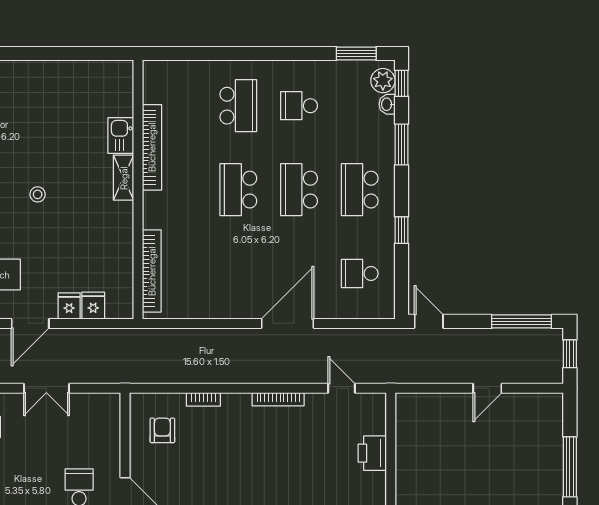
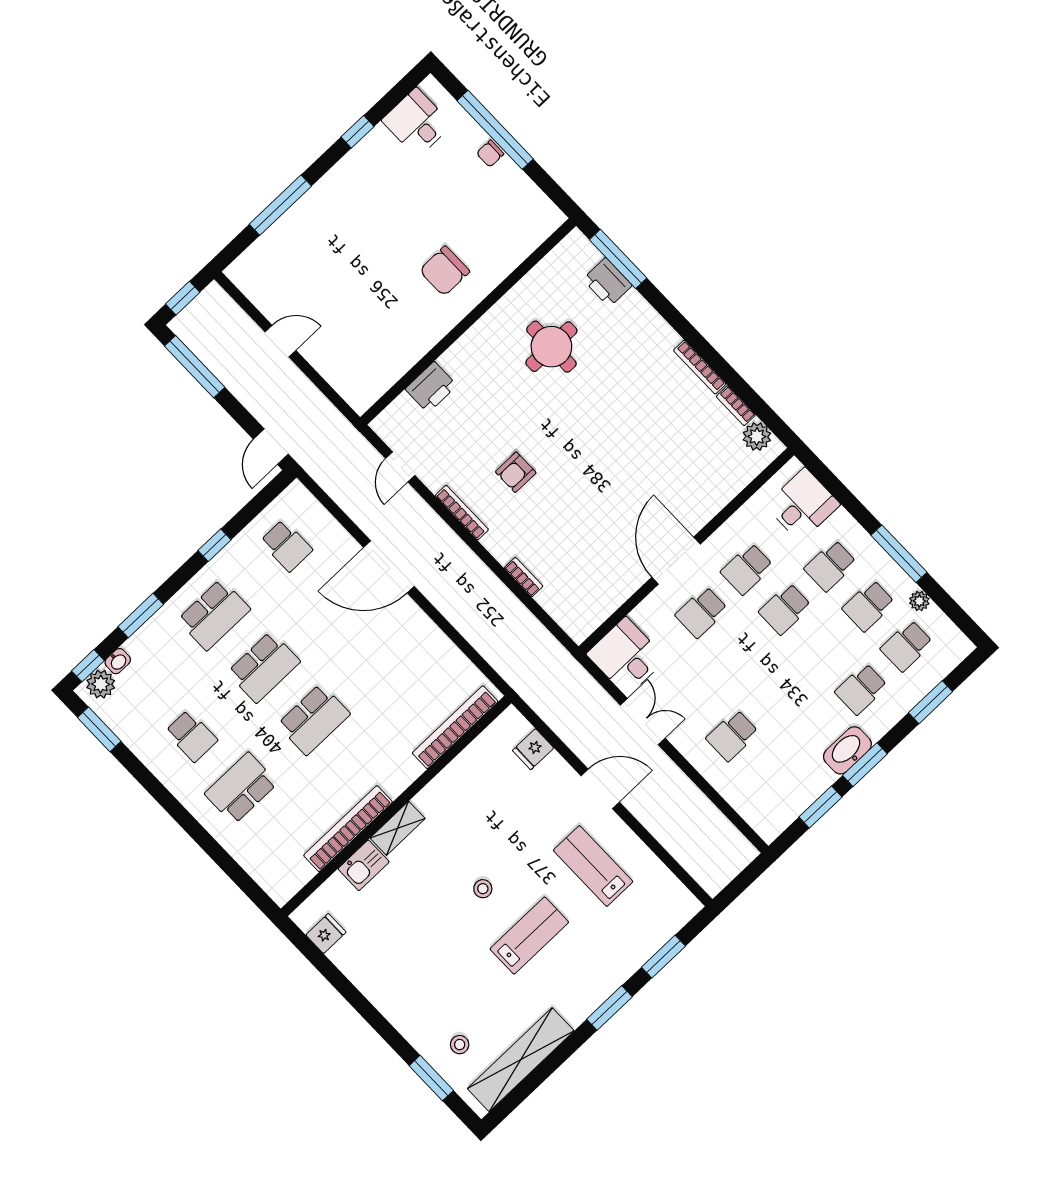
fridge: (69, 306) -> (326, 933), moved, turned 180
desk: (95, 416) -> (626, 657), added
armchair: (162, 430) -> (516, 472), moved

